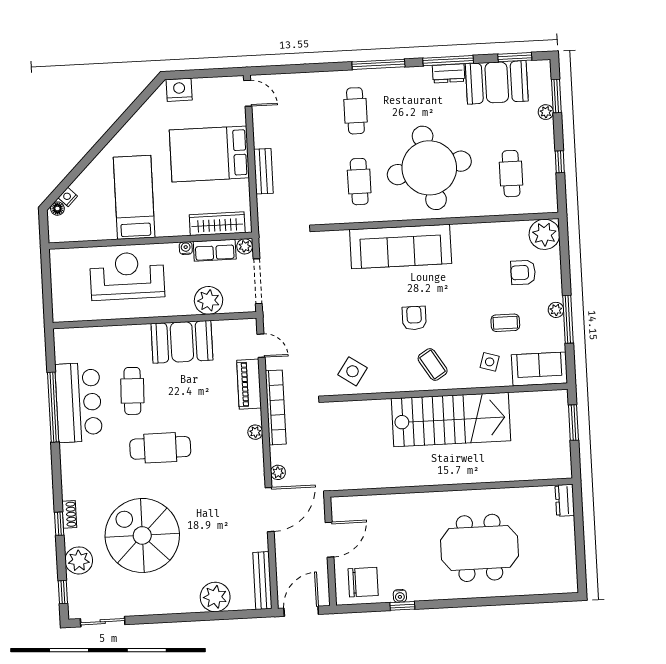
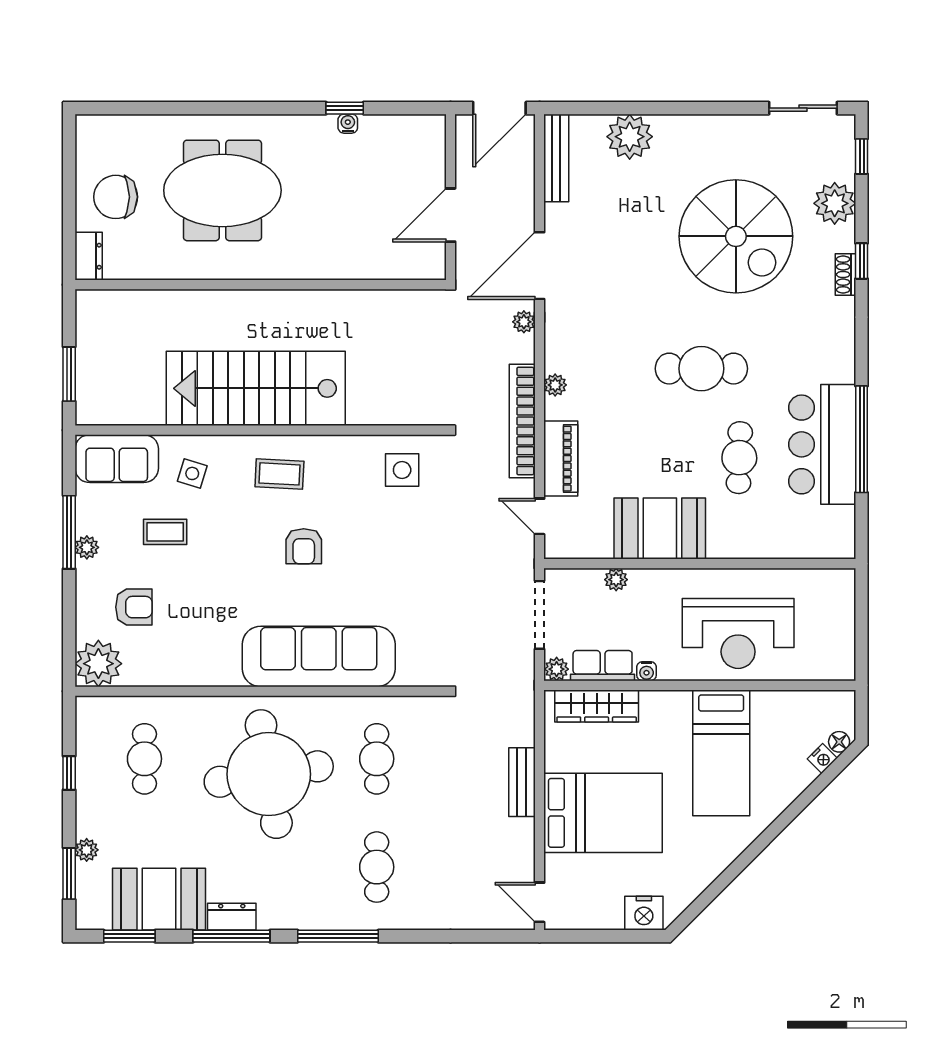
plant: (209, 300) -> (616, 580), width x0.53, depth x0.53
coffee table: (433, 365) -> (279, 474), turned -55
side table: (352, 371) -> (402, 470), turned -34
chair: (363, 582) -> (116, 197), moved

